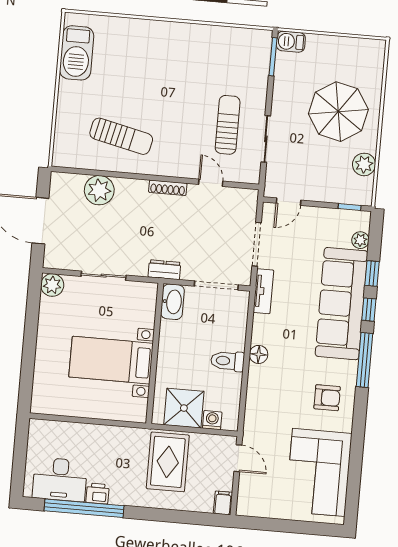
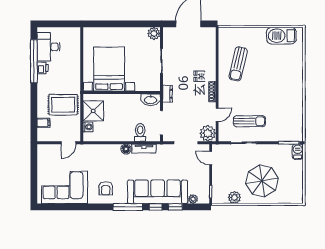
plant: (99, 190) -> (208, 133), moved
tv unit: (263, 291) -> (144, 149), moved
bed with nightstands: (111, 360) -> (109, 69), width x1.36
toilet: (228, 361) -> (140, 132), moved
filing cabinet: (223, 503) -> (43, 123), moved

